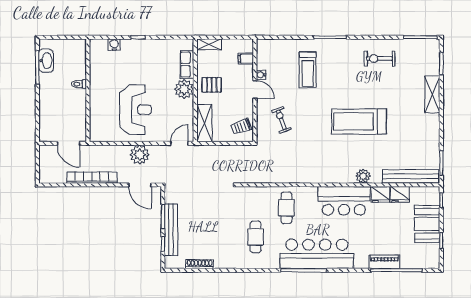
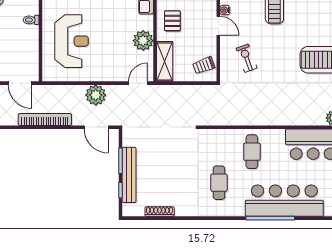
pallet: (212, 85) -> (172, 21), turned 90
plant: (184, 89) -> (143, 41), moved
reception desk: (135, 110) -> (72, 41), moved

